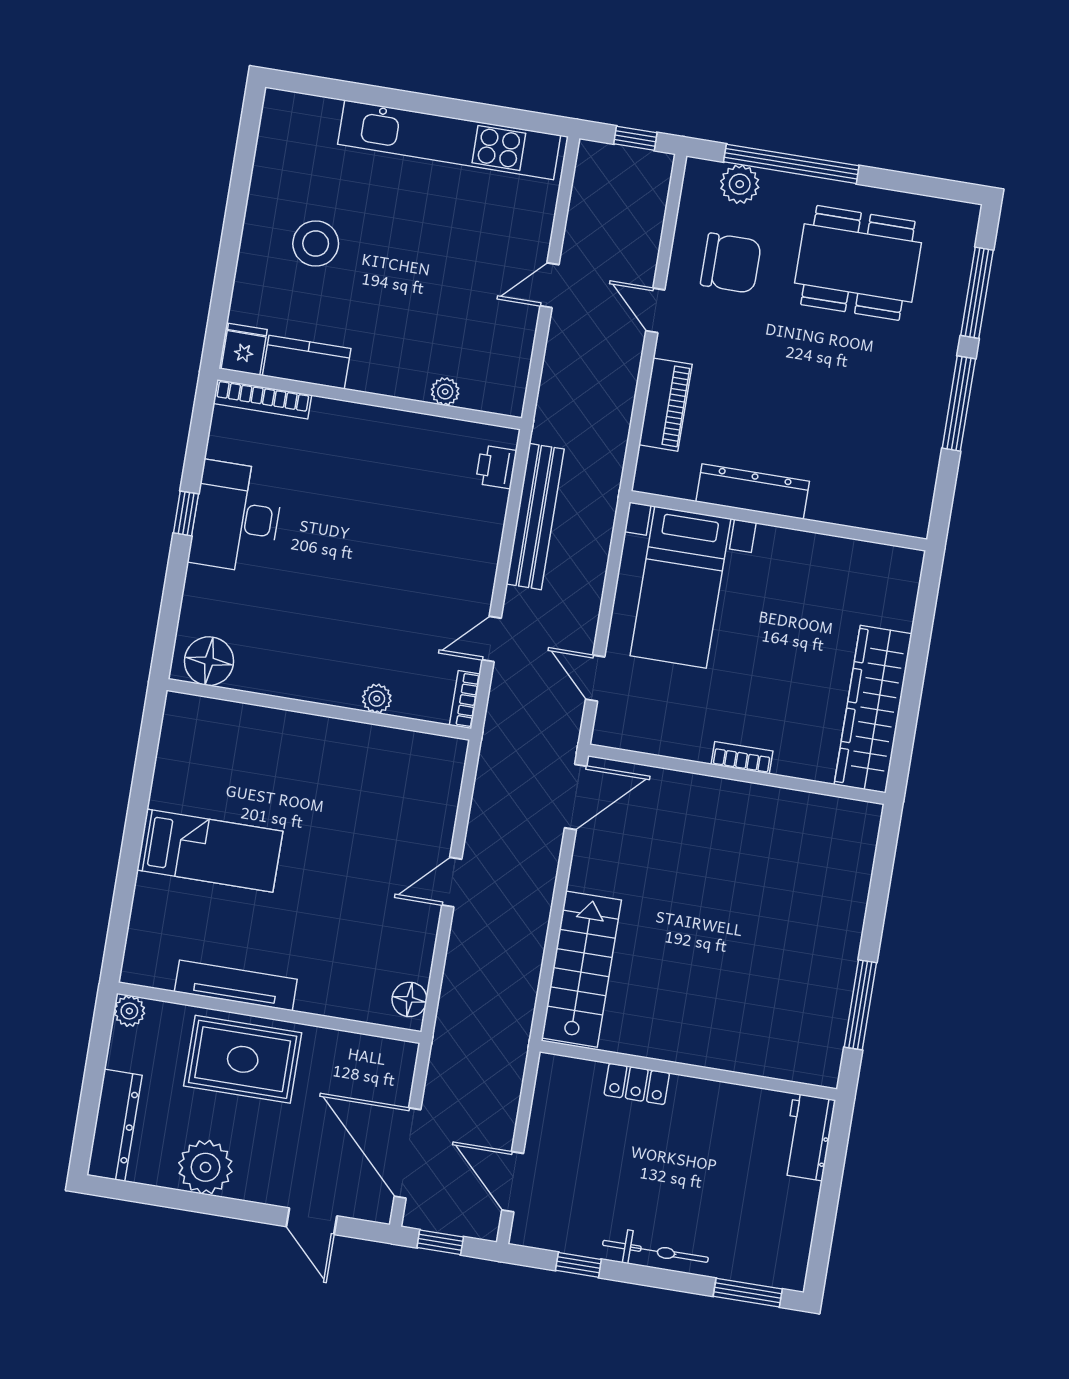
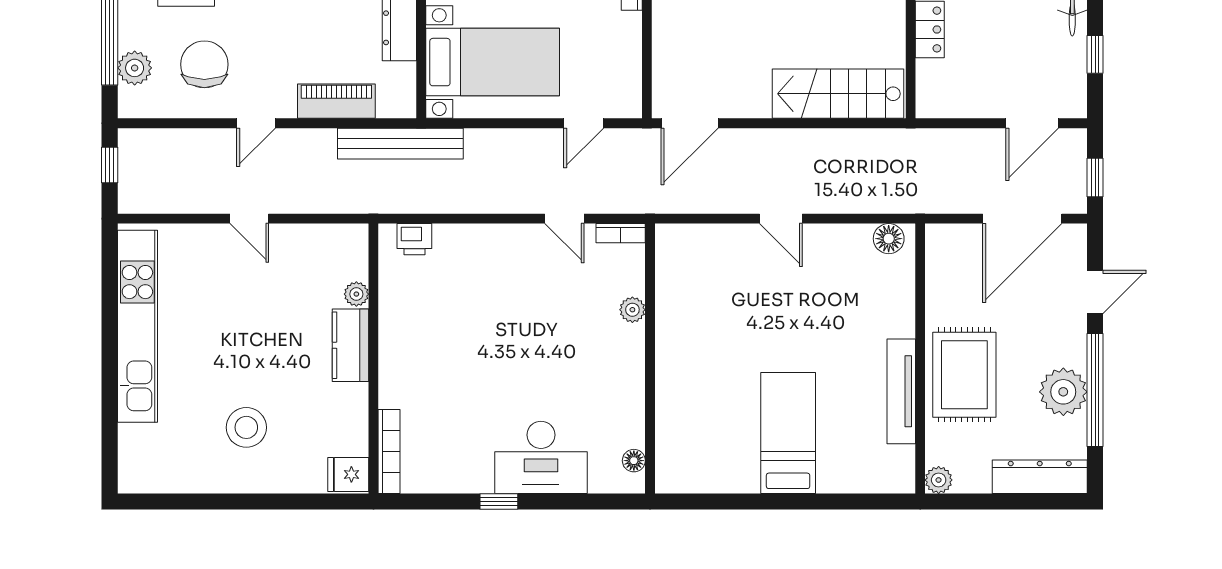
kitchen counter: (307, 362) -> (351, 345), moved
bench: (535, 516) -> (400, 144), moved
desk: (236, 517) -> (541, 457), moved
floor lamp: (209, 661) -> (634, 461), width x0.53, depth x0.53
door: (576, 797) -> (690, 123), swing flipped
window: (202, 1203) -> (1095, 390), added

